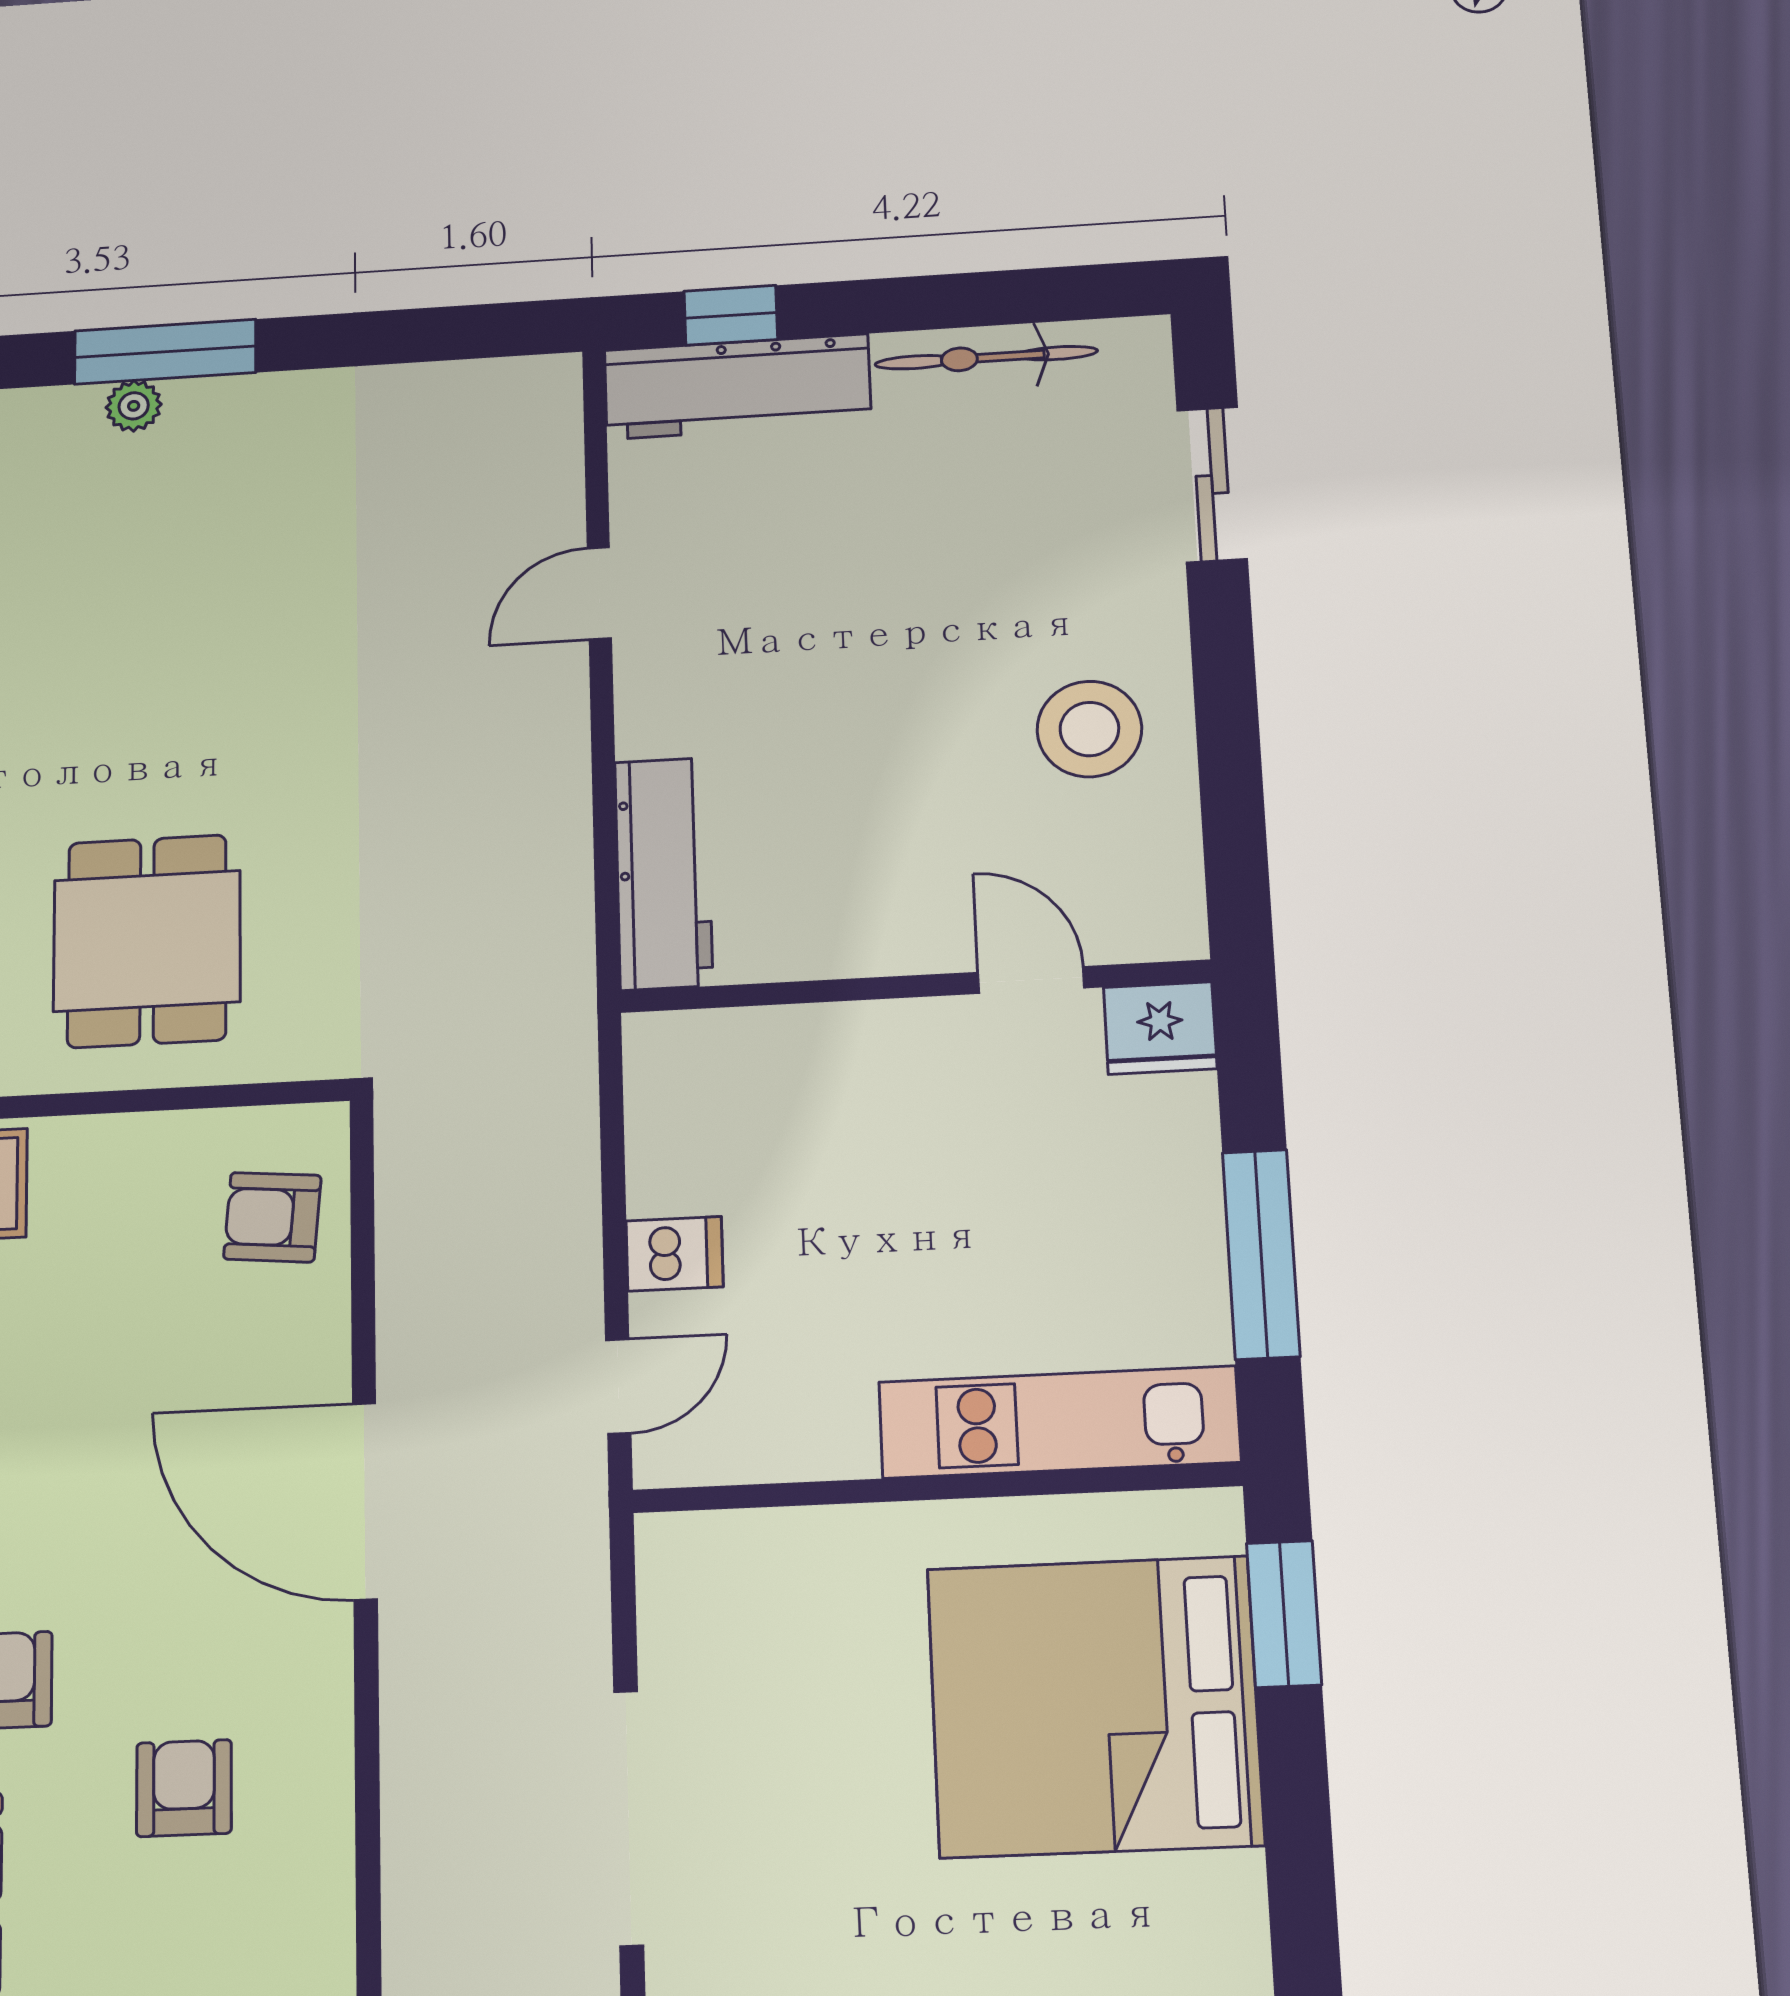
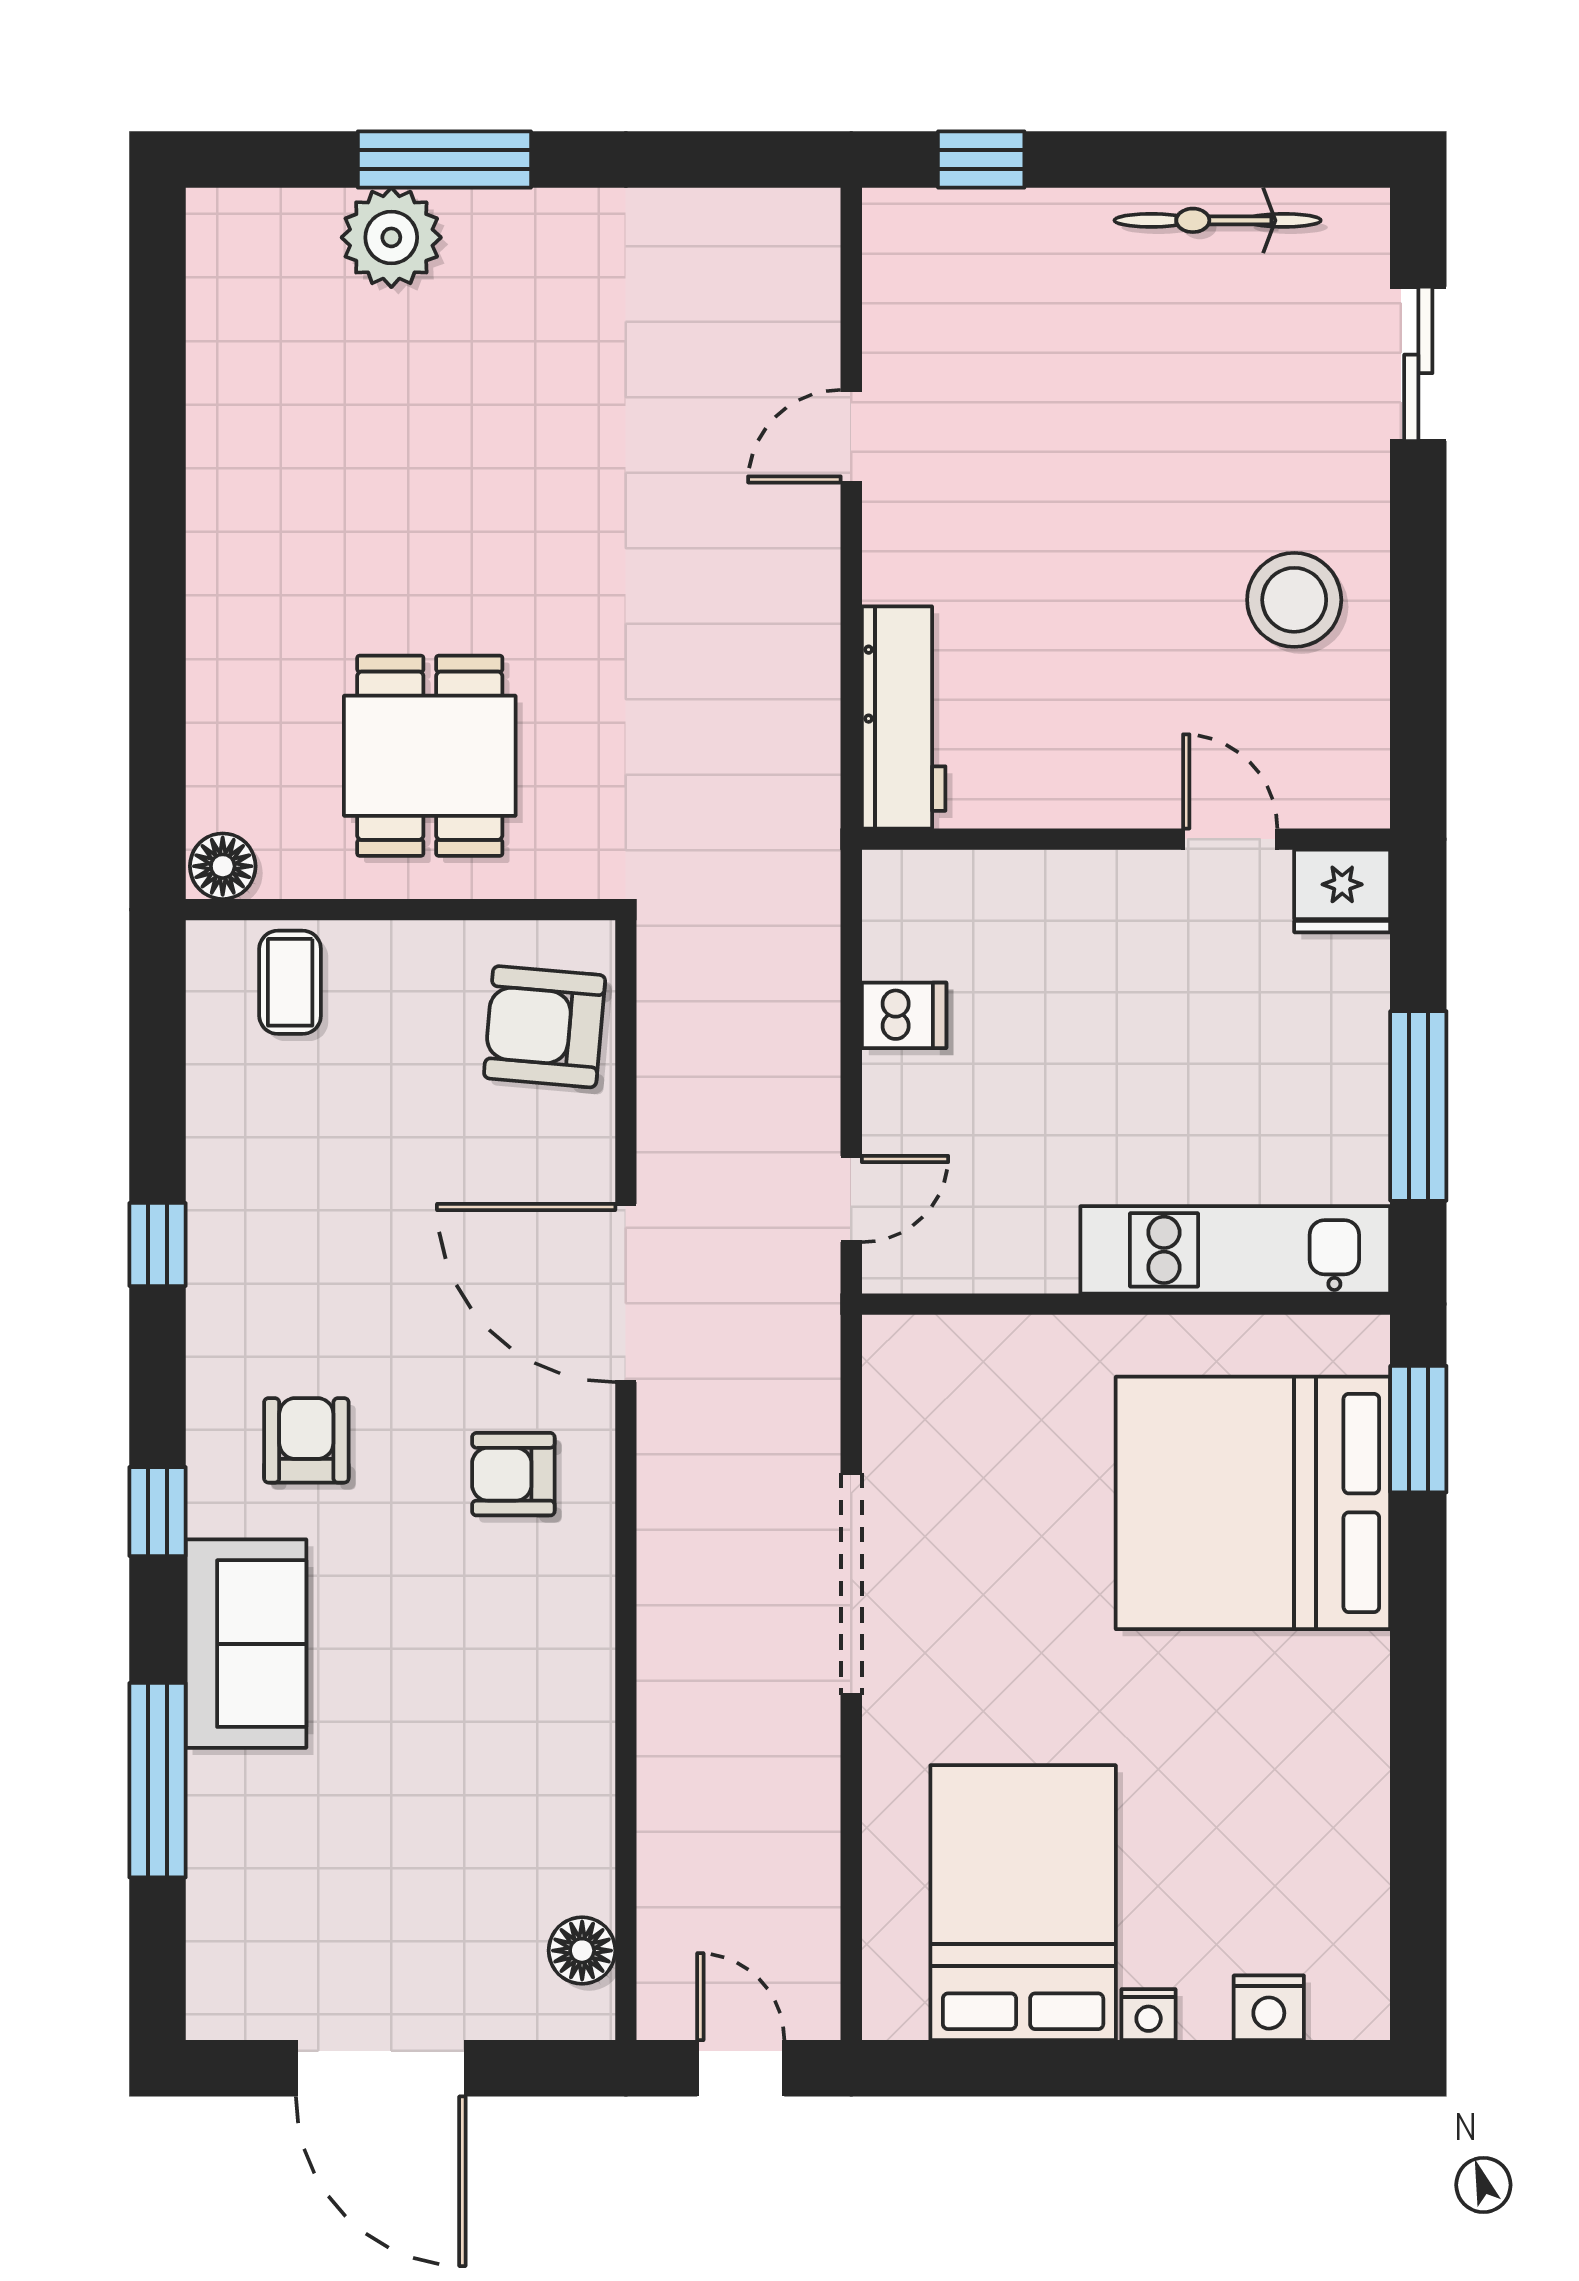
workbench: (737, 387) -> (985, 234), removed
plant: (134, 406) -> (391, 237), width x1.88, depth x1.88
armchair: (272, 1217) -> (545, 1027), width x1.38, depth x1.38
dishwasher: (675, 1254) -> (904, 1015), moved
armchair: (184, 1788) -> (513, 1474), moved, turned -90

